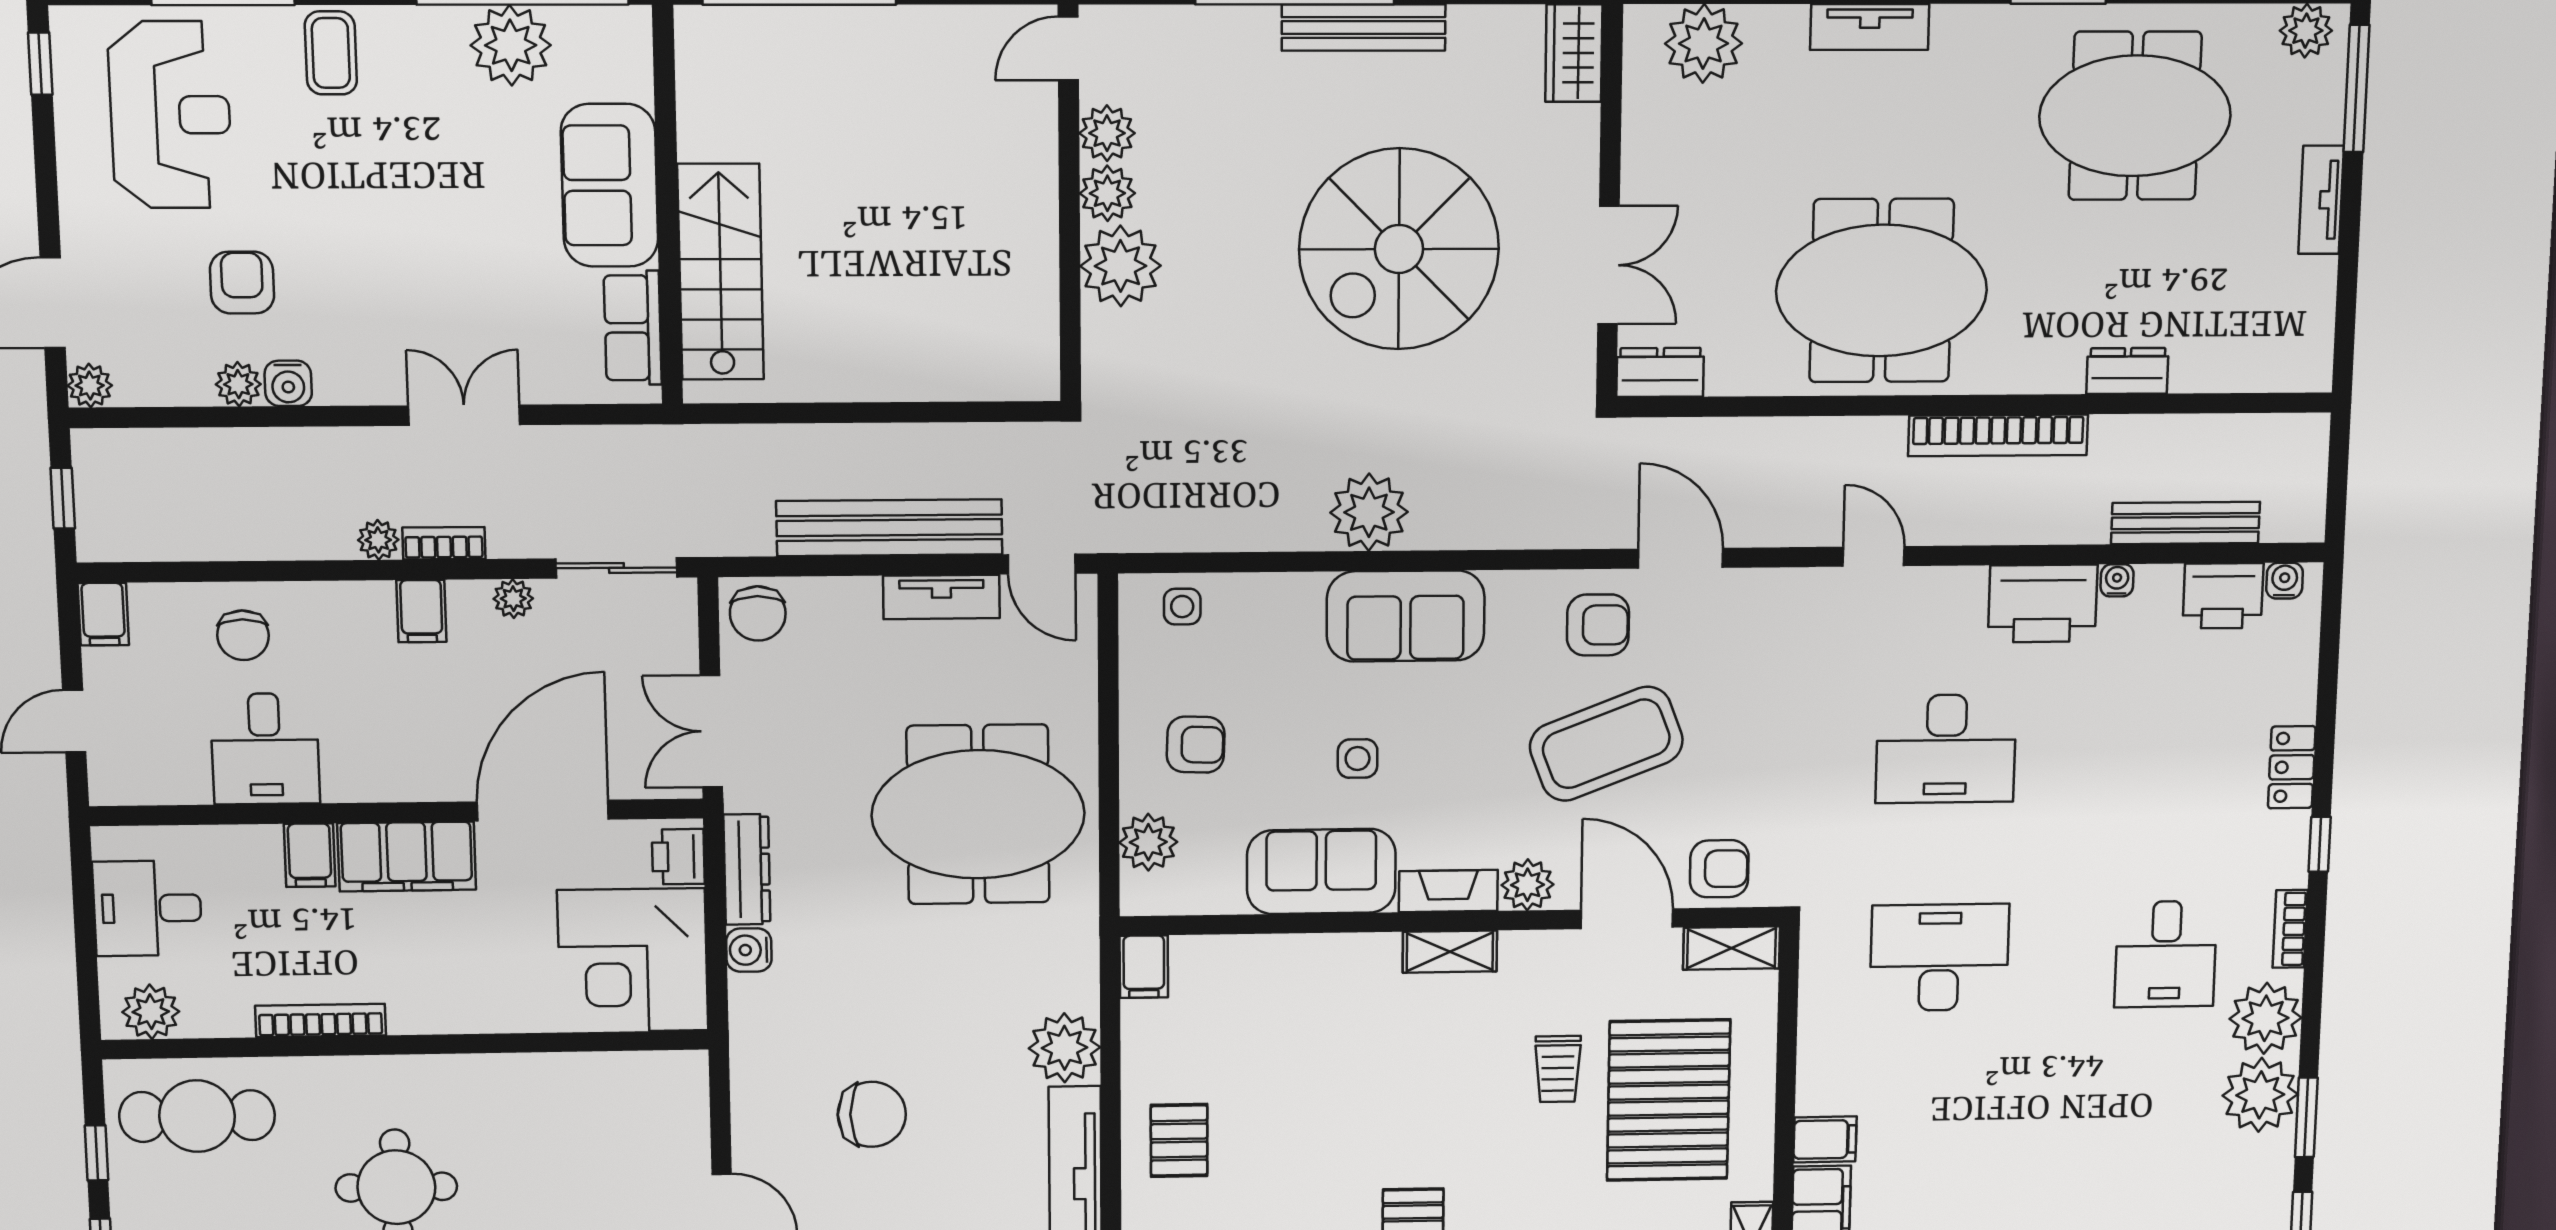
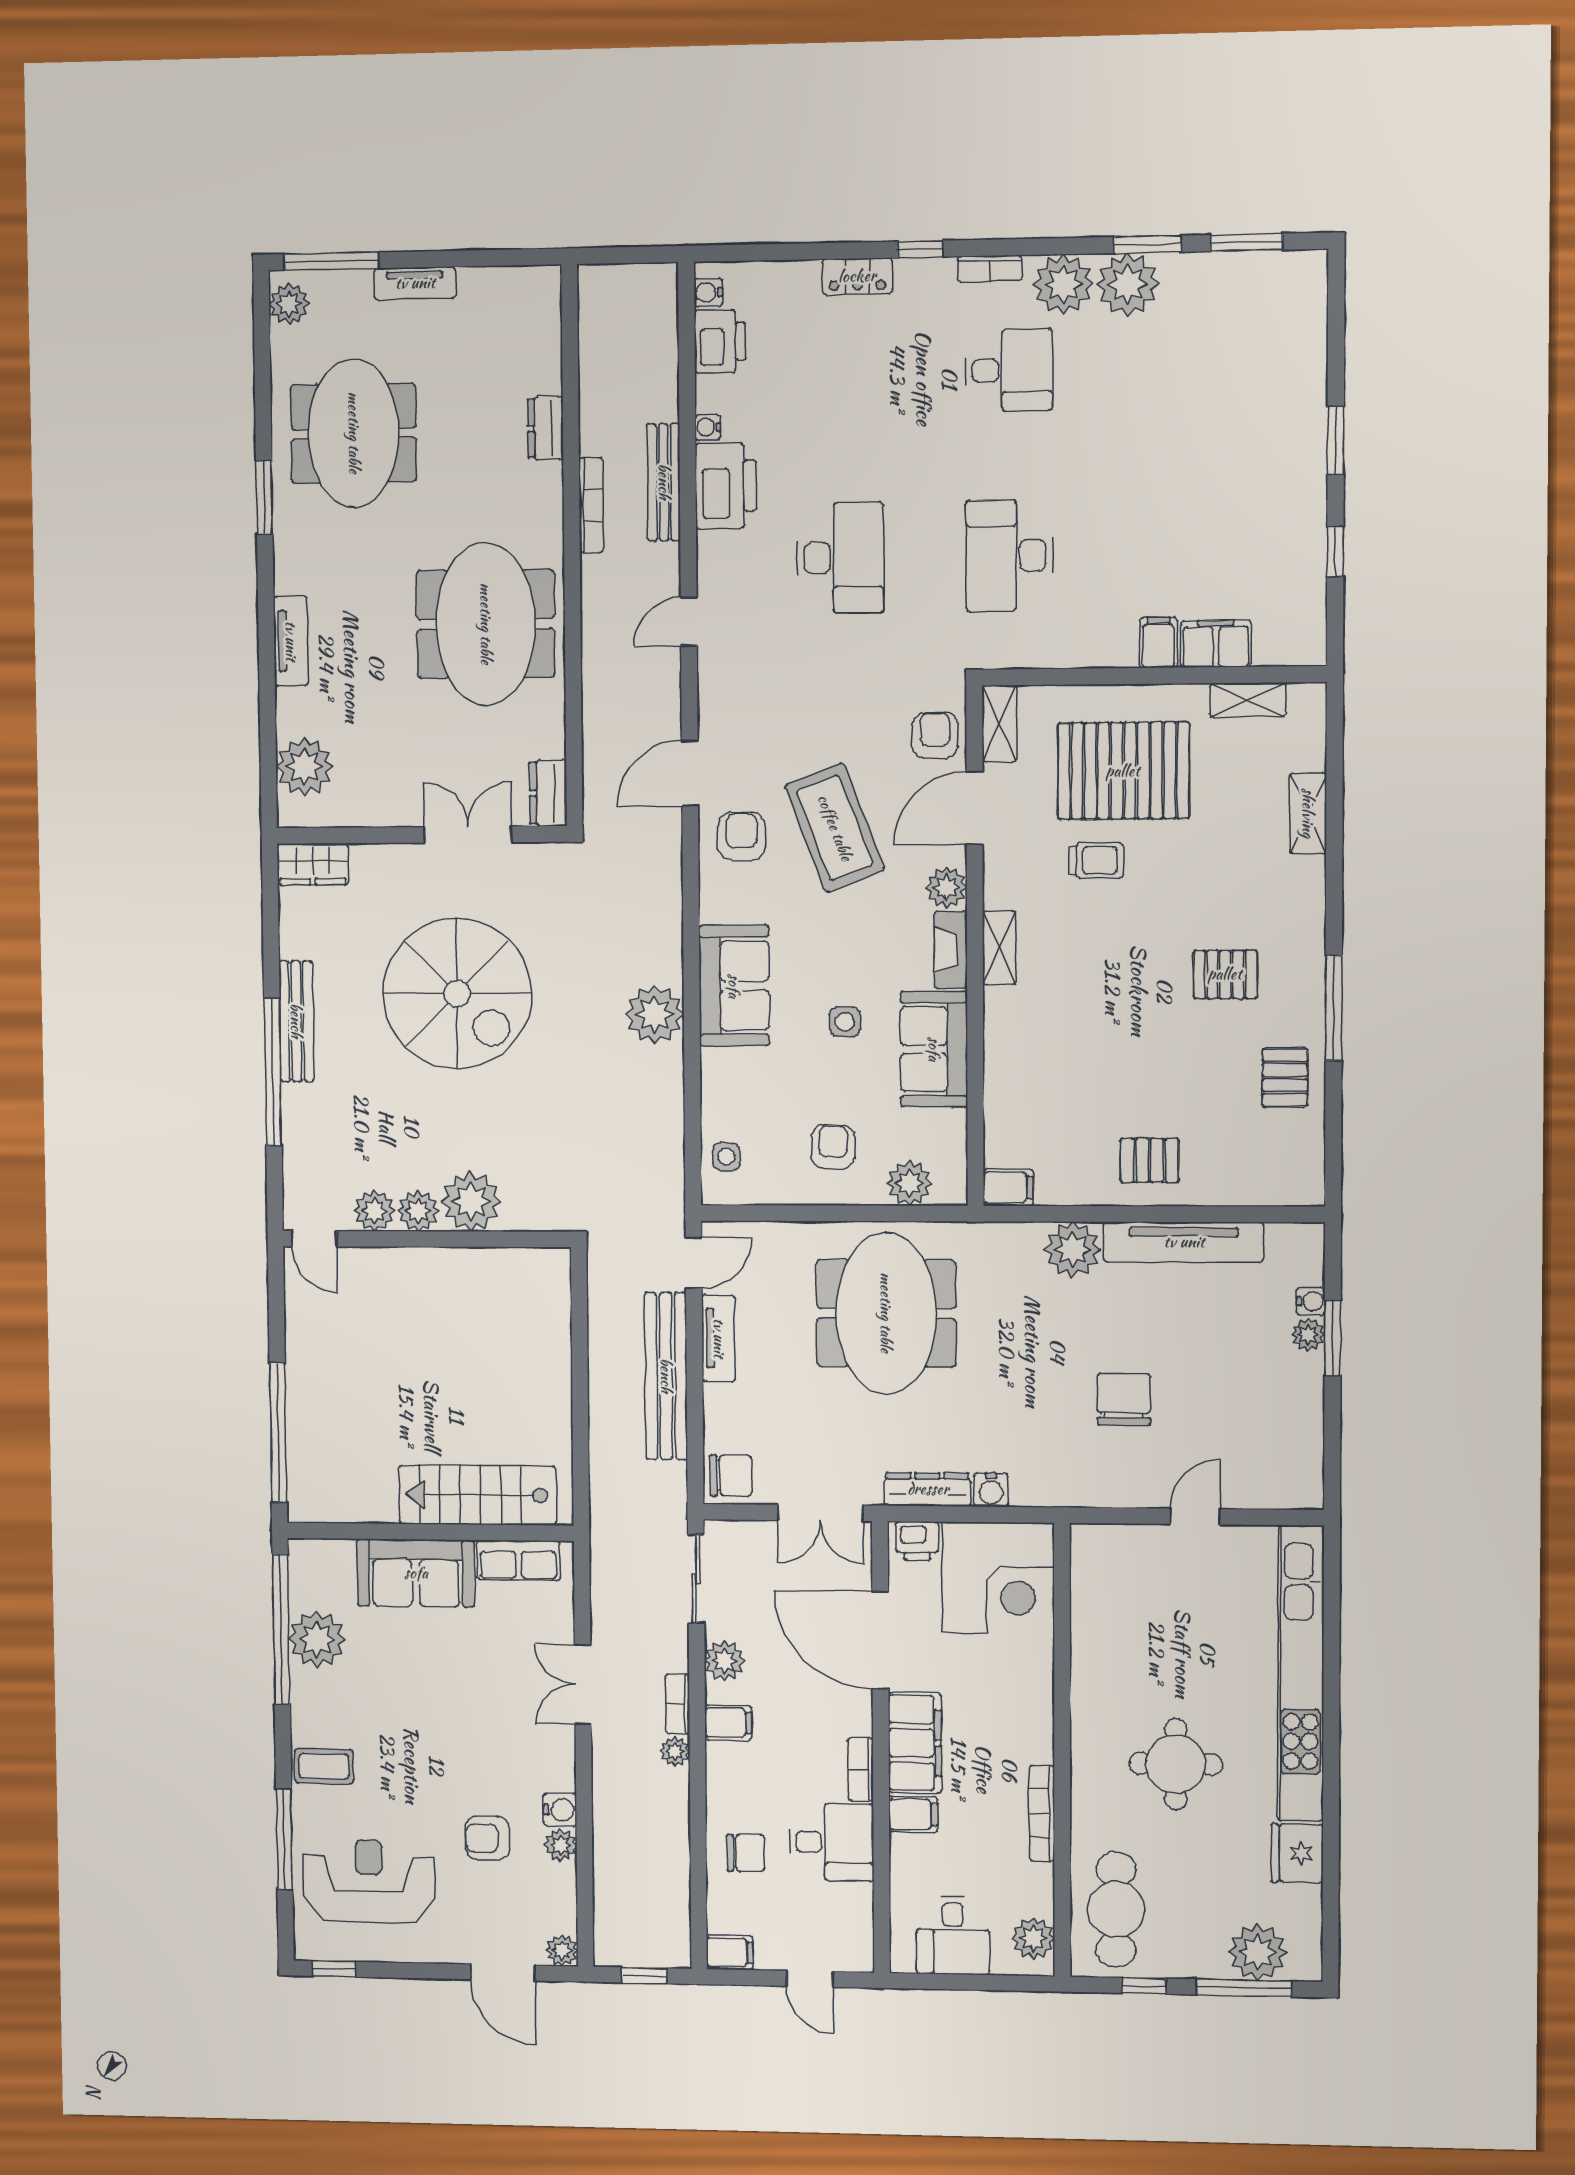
bookcase: (1998, 435) -> (591, 505), width x0.68, depth x0.76
bench: (2185, 523) -> (664, 482), moved
plant: (513, 599) -> (724, 1661), width x1.38, depth x1.38
bookcase: (367, 786) -> (860, 1769), added

